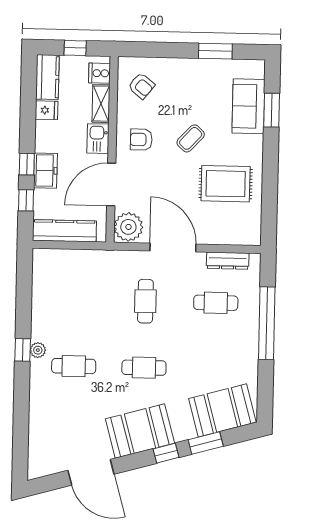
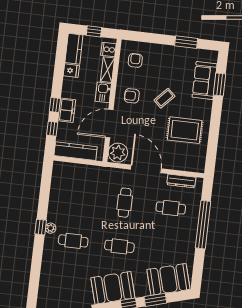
armchair: (141, 86) -> (135, 60), turned -129

